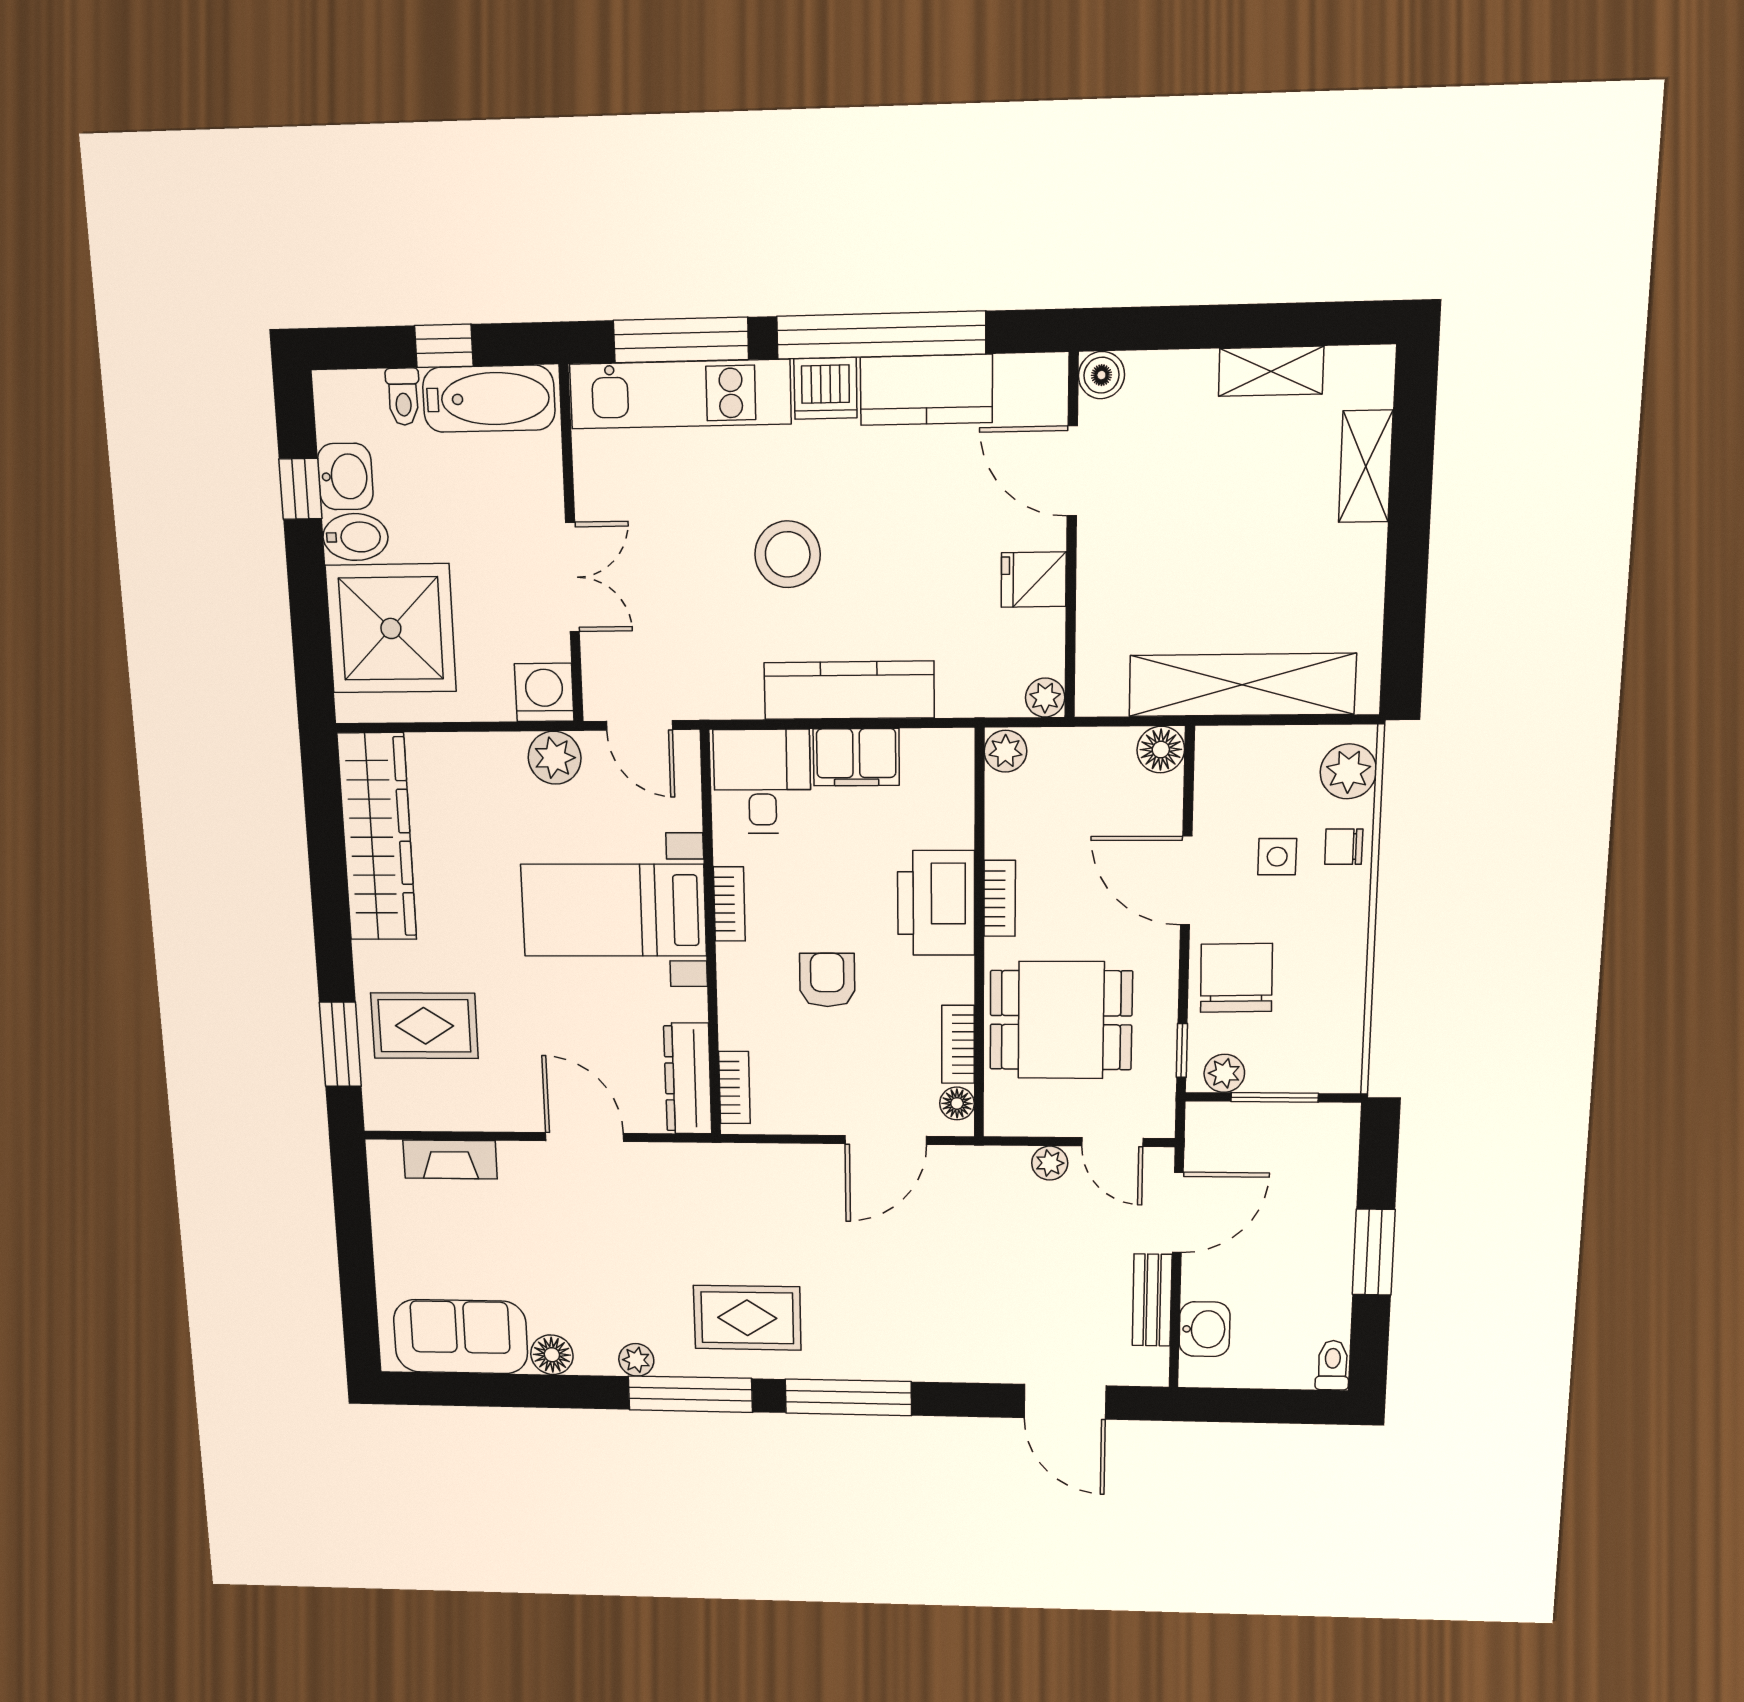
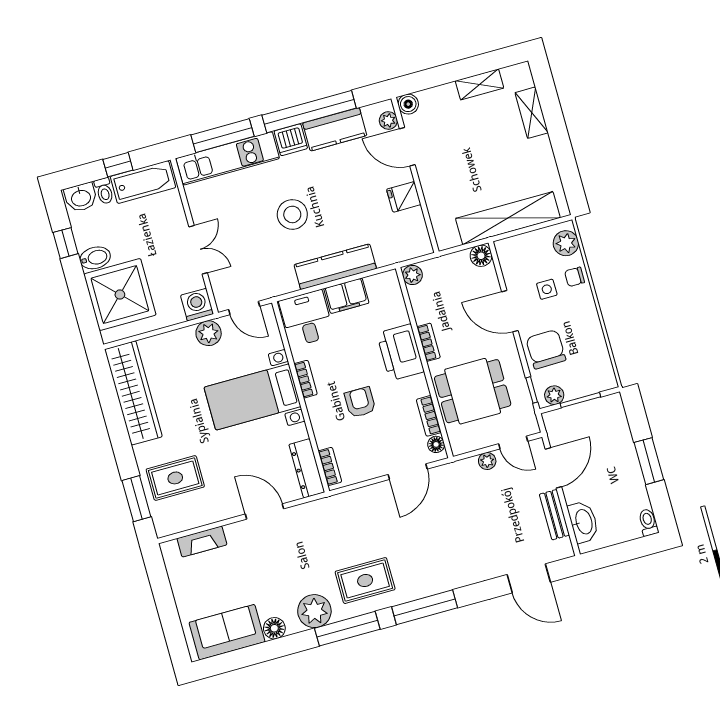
washbasin: (345, 477) -> (81, 197), moved, turned 90
plant: (1045, 698) -> (388, 120), moved
washbasin: (1205, 1329) -> (583, 522), width x1.38
plant: (636, 1360) -> (314, 611), width x1.88, depth x1.88

